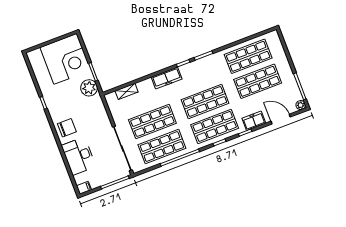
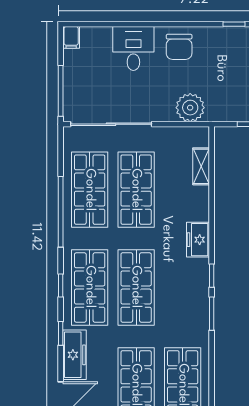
freezer: (167, 78) -> (198, 240), width x0.71
plant: (89, 88) -> (190, 108), moved
freezer: (254, 121) -> (74, 355), width x1.40
desk: (79, 156) -> (133, 48), width x0.73

